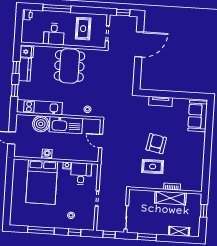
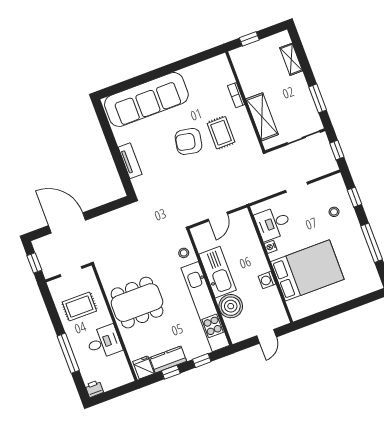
kitchen unit: (39, 107) -> (205, 307), width x1.36
sofa: (198, 116) -> (146, 99), width x1.85, depth x1.27
shelving: (170, 198) -> (262, 117), moved

